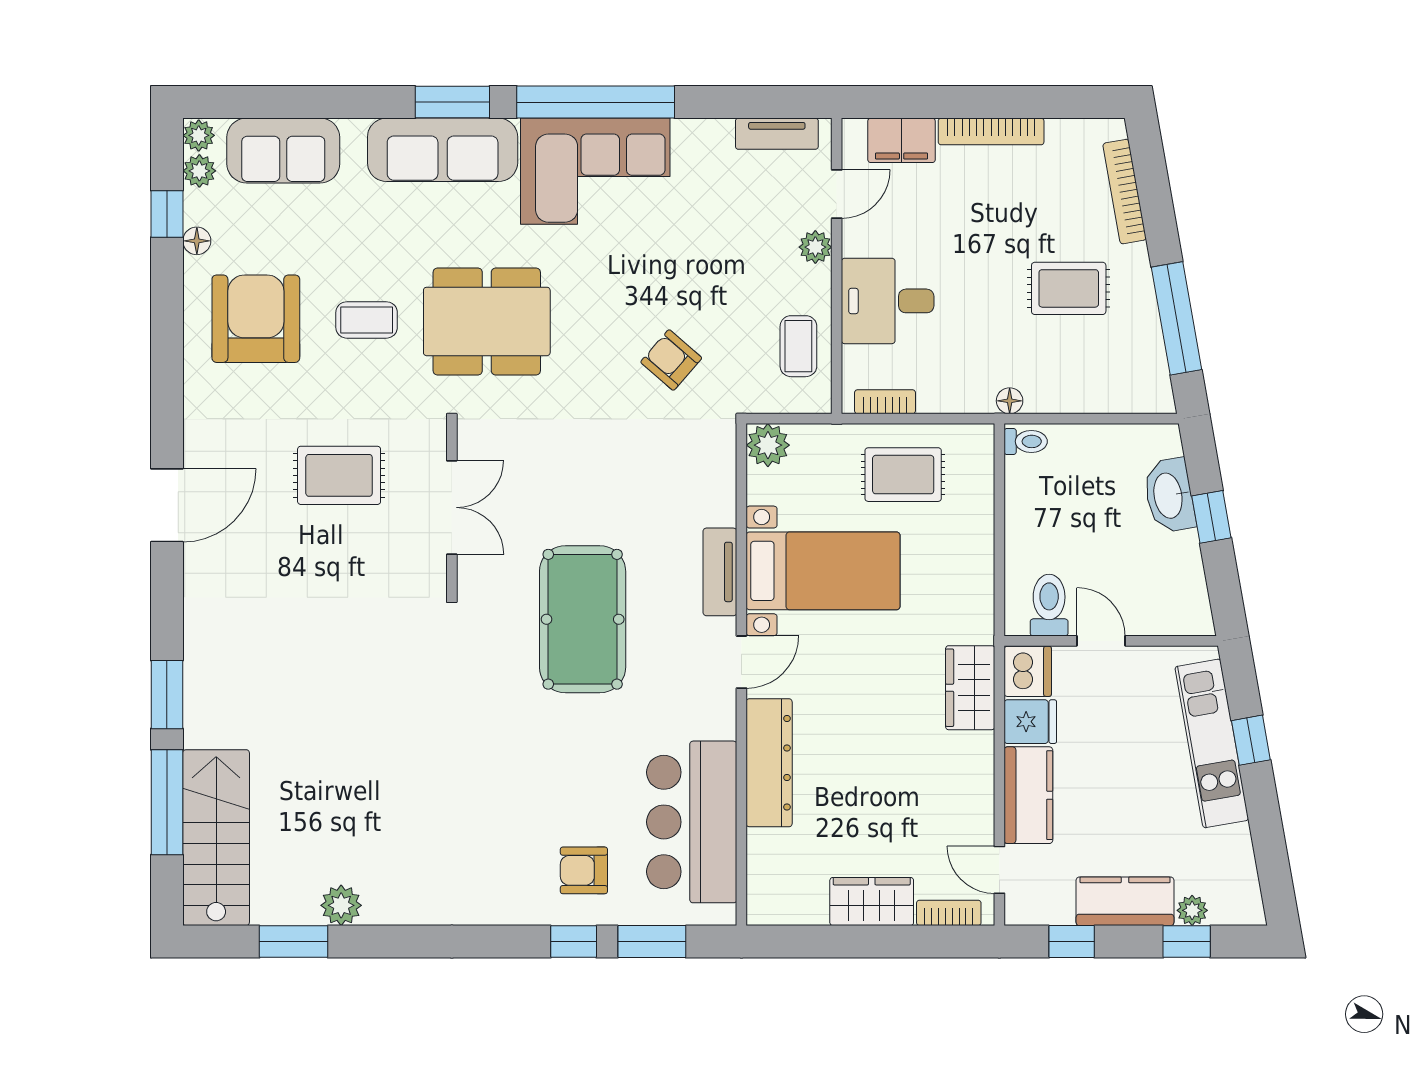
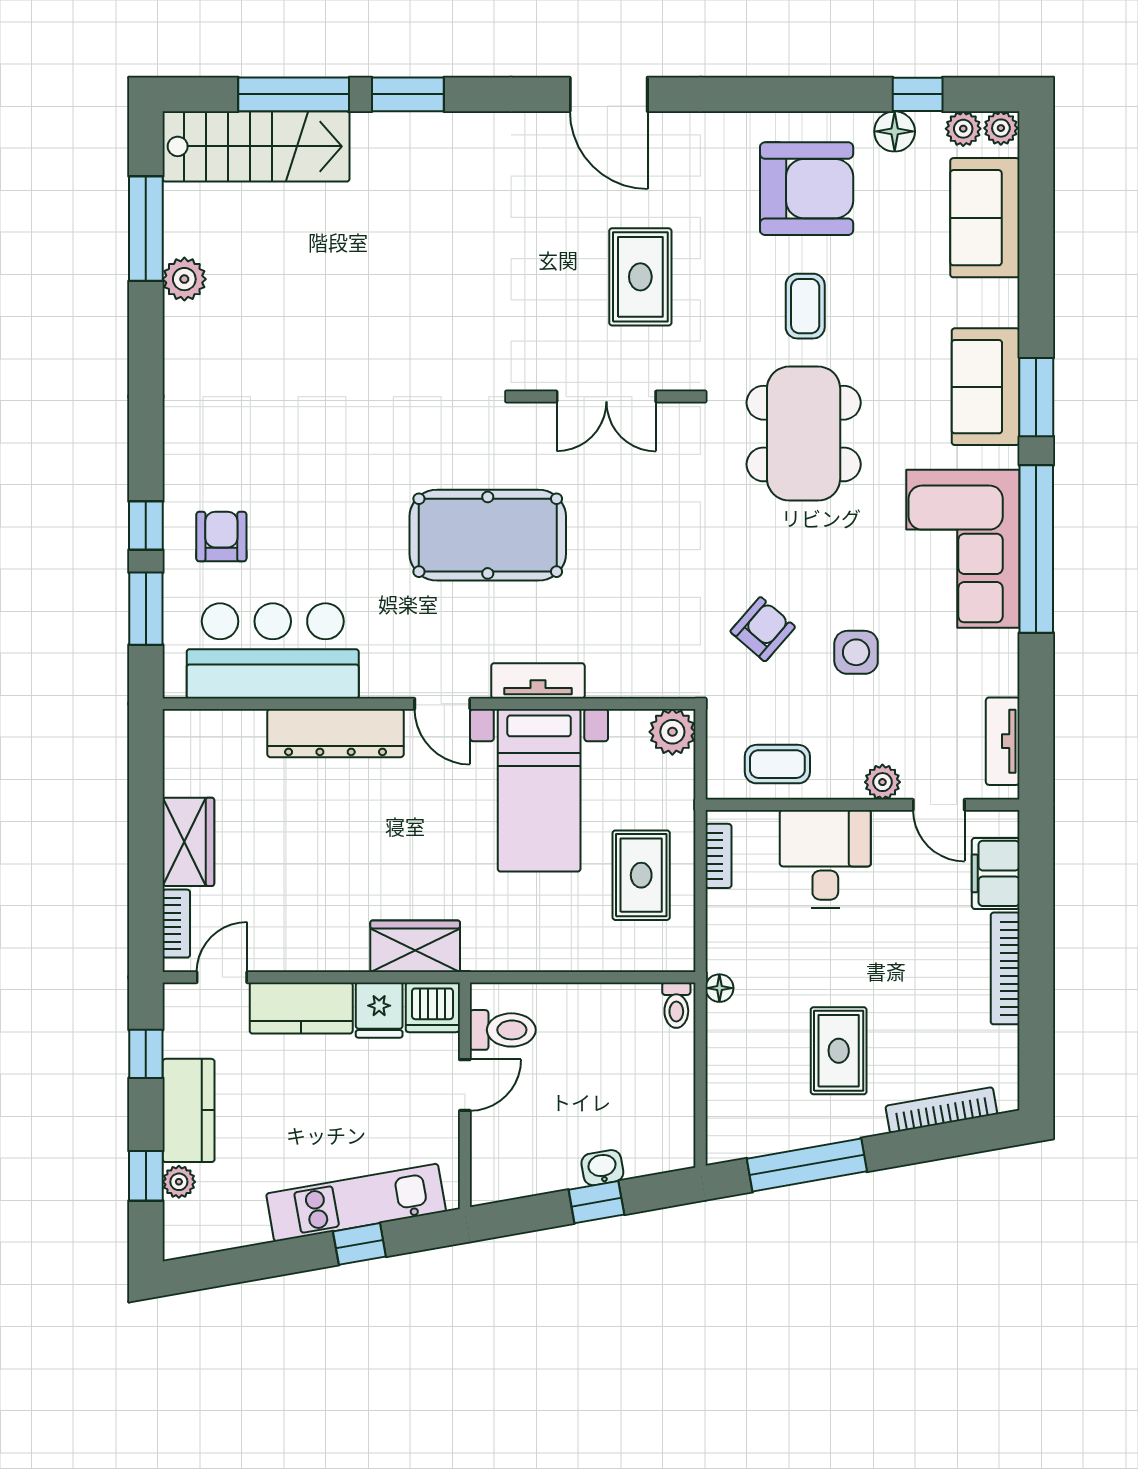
sofa: (443, 150) -> (986, 387), width x0.73
floor lamp: (197, 241) -> (895, 131), width x1.37, depth x1.37
side table: (693, 272) -> (856, 652), added
washbasin: (1169, 495) -> (602, 1168), width x0.52, depth x0.69
window: (294, 942) -> (146, 229), width x1.44

